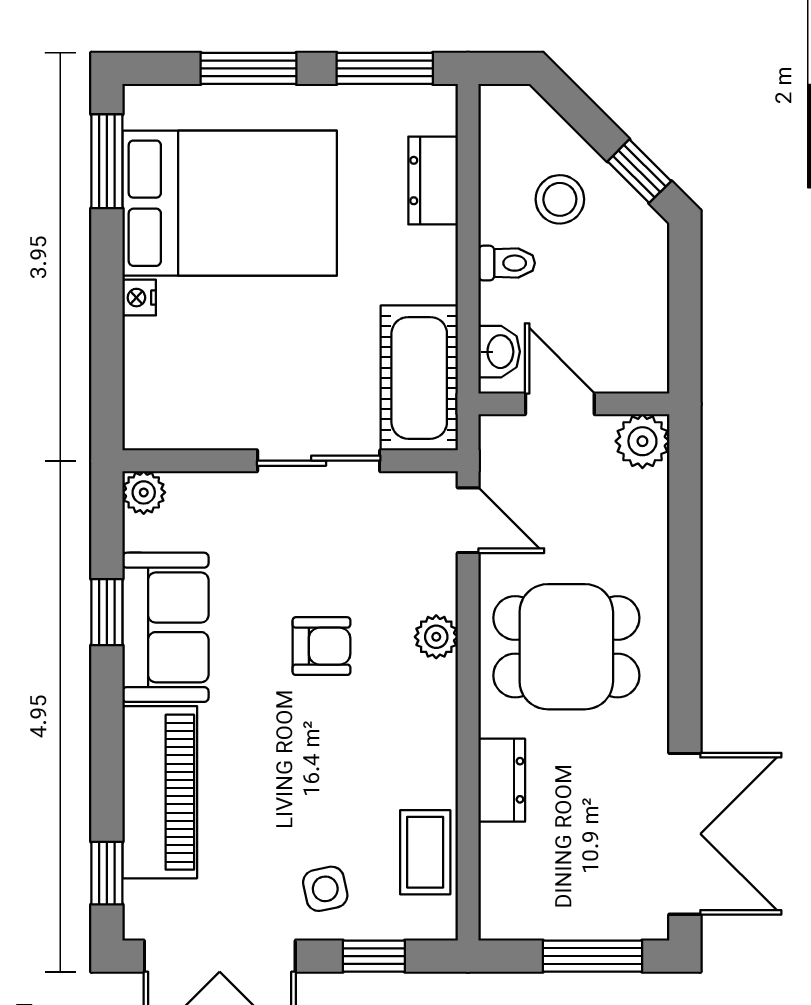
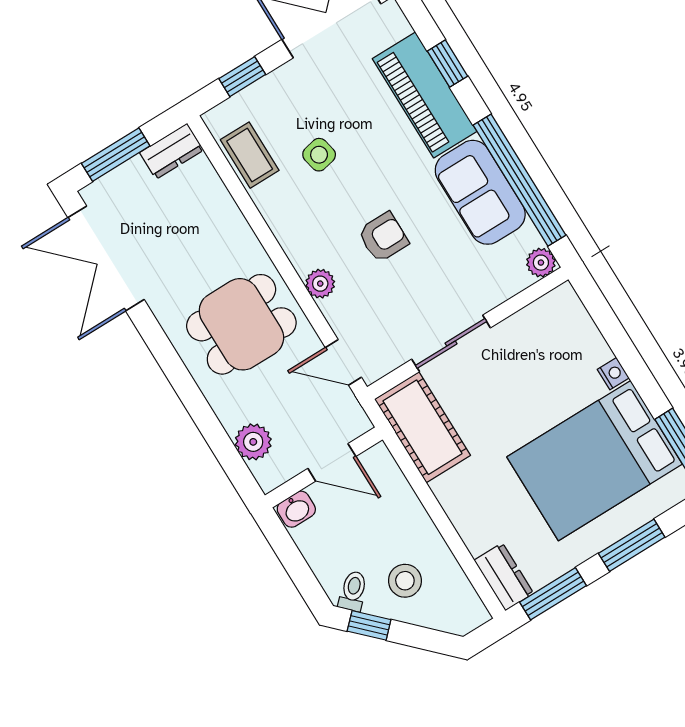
dresser: (433, 181) -> (504, 577), moved
toilet: (507, 263) -> (353, 591), moved, turned 135
washbasin: (499, 352) -> (296, 509), moved, turned -90
plant: (642, 441) -> (253, 442), moved
window: (107, 612) -> (520, 180), width x3.17
armchair: (321, 646) -> (383, 237), turned 180
dresser: (502, 780) -> (172, 151), moved, turned -90
window: (107, 873) -> (448, 64), moved
side table: (325, 889) -> (319, 155), moved

